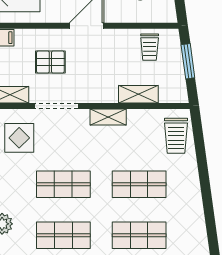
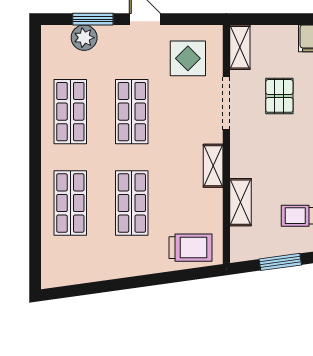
trolley: (176, 136) -> (190, 248), turned 180

